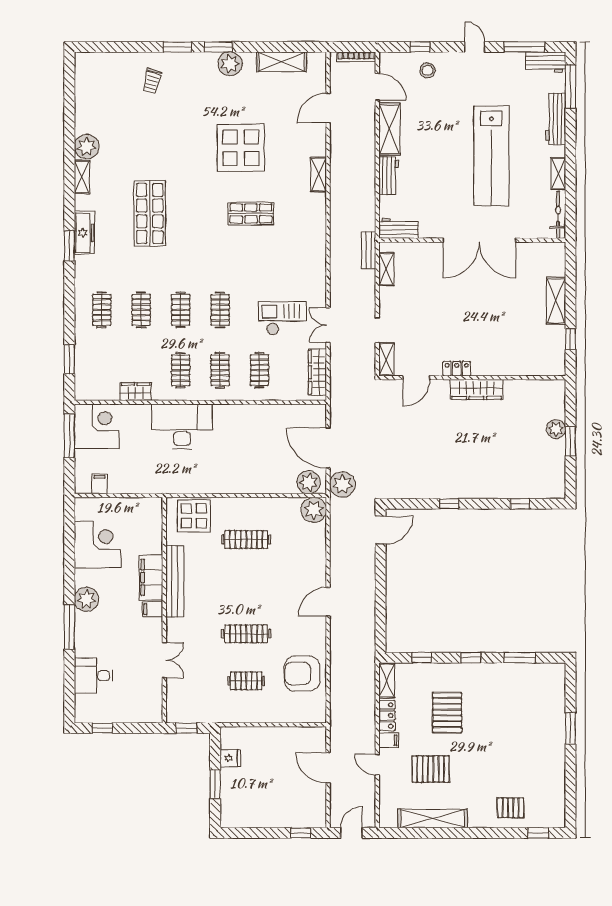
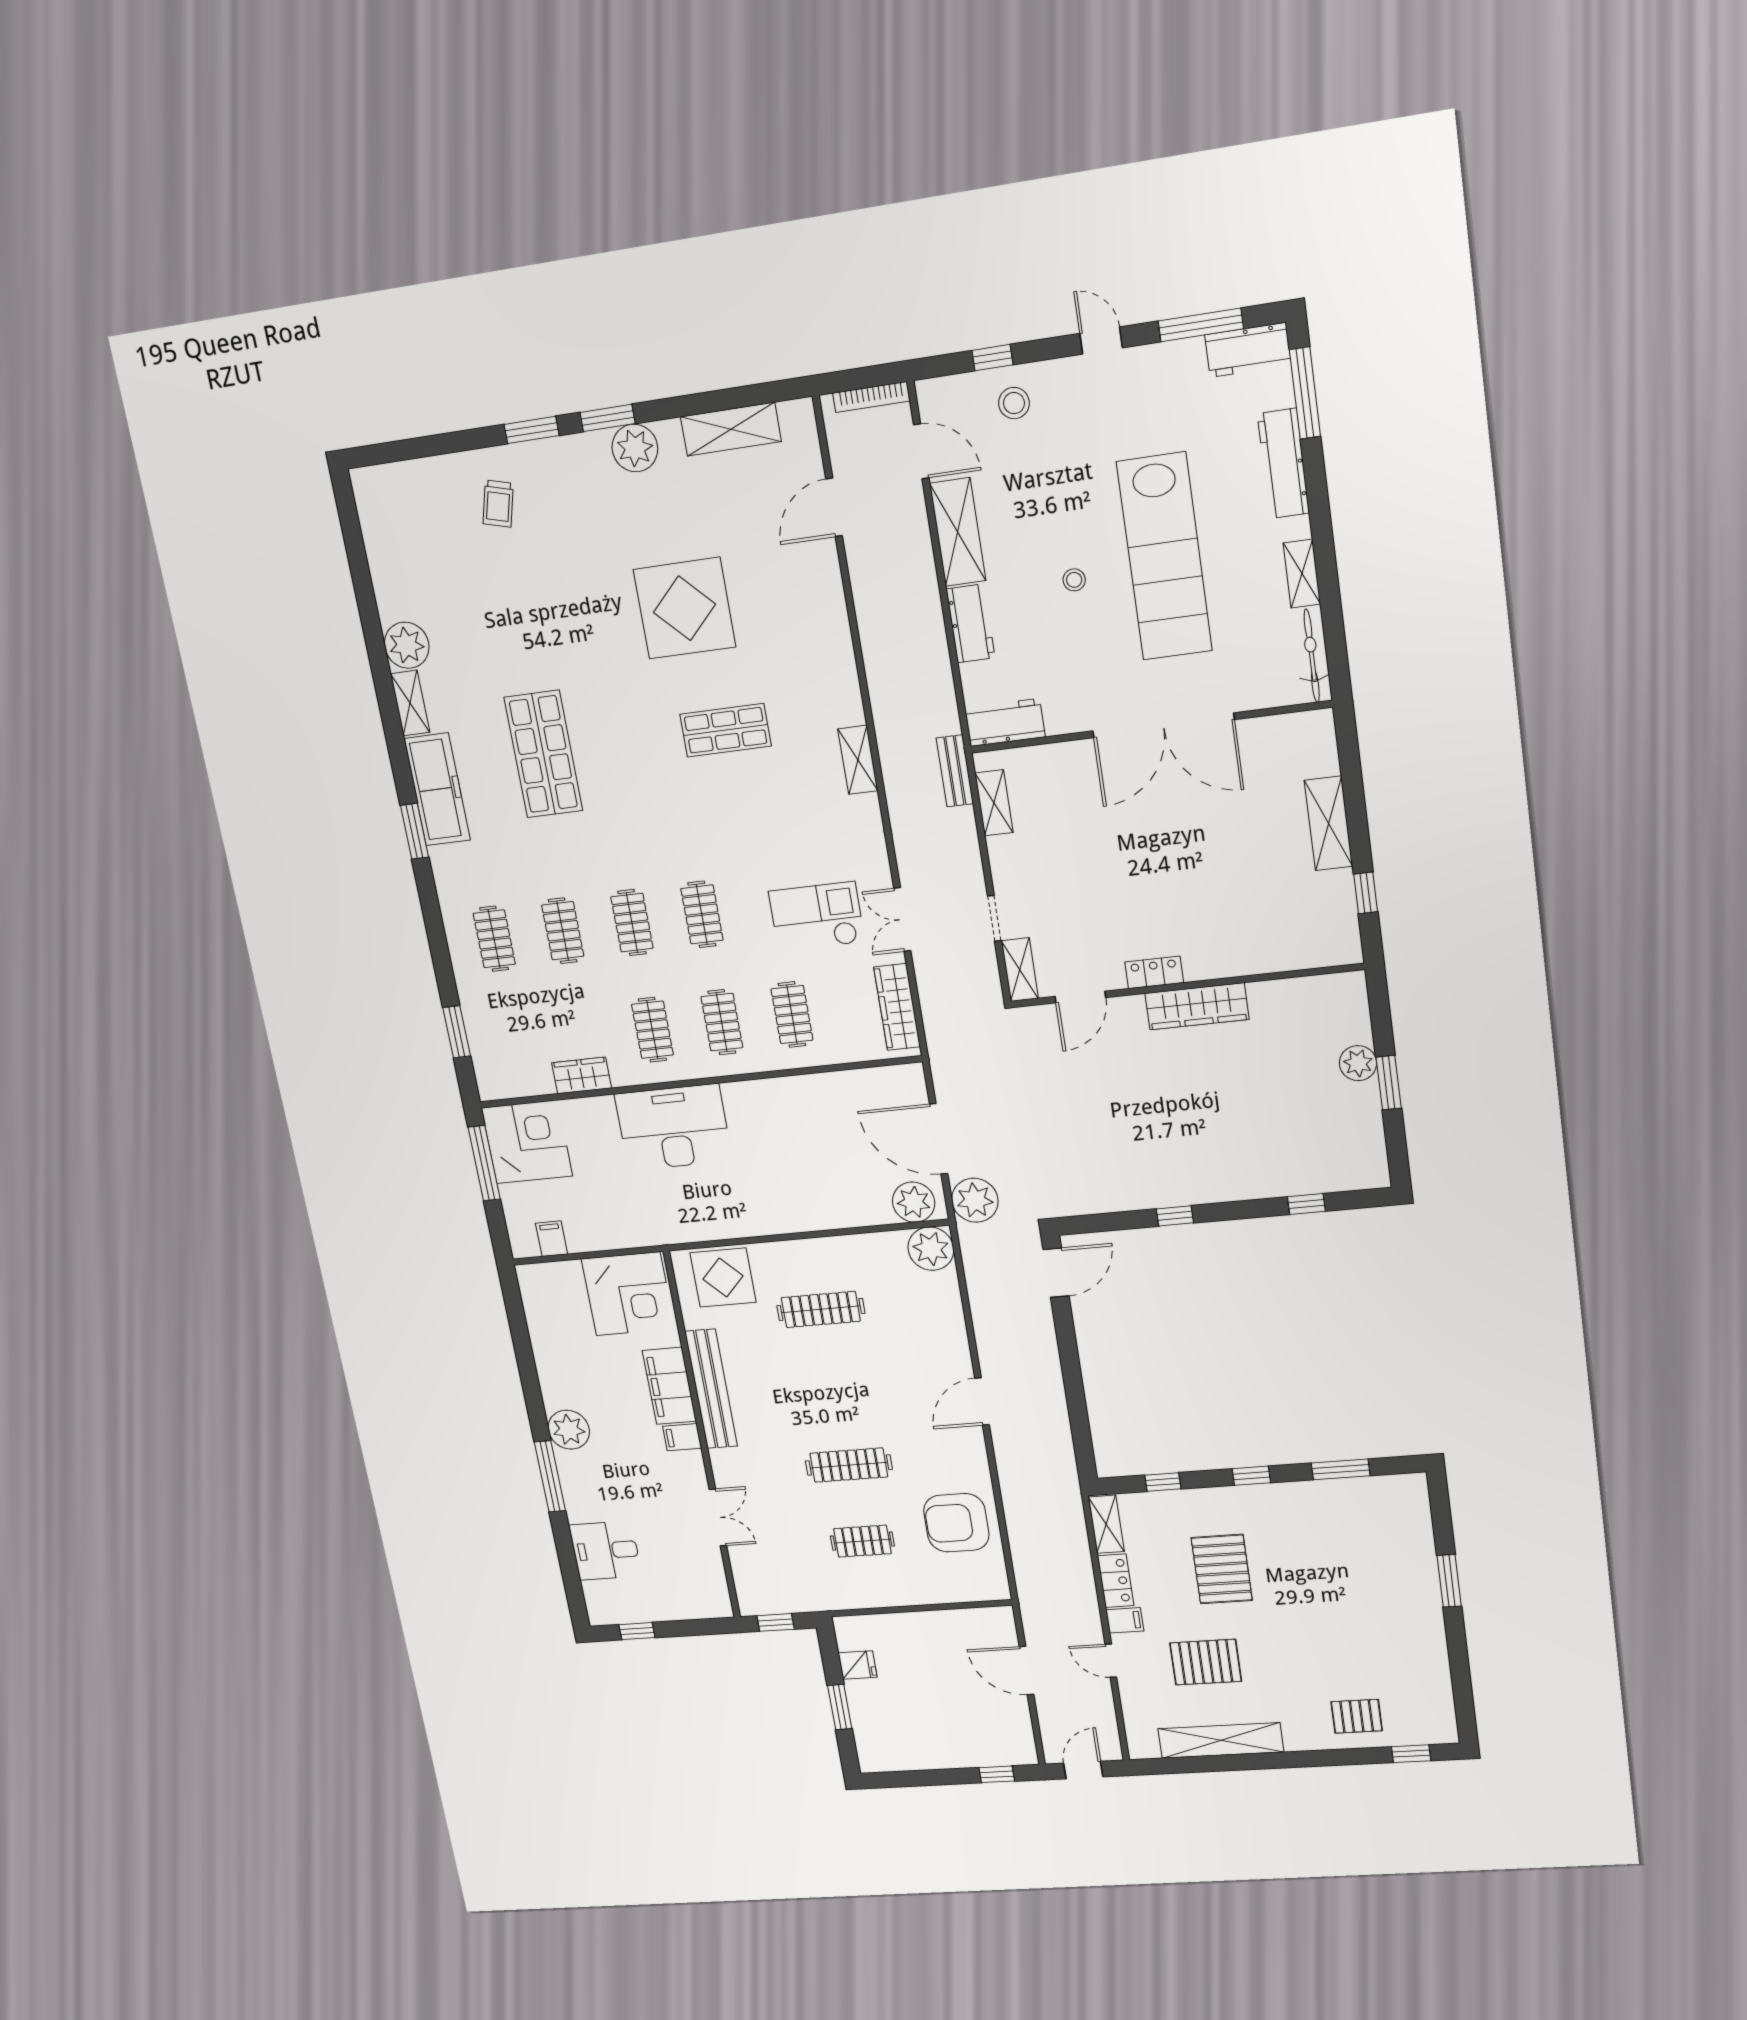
stool: (445, 161) -> (1074, 580), added
shelving: (319, 174) -> (858, 760), moved
freezer: (84, 233) -> (437, 789), width x1.36, depth x1.26
corner desk: (97, 545) -> (628, 1294), moved, turned 90

